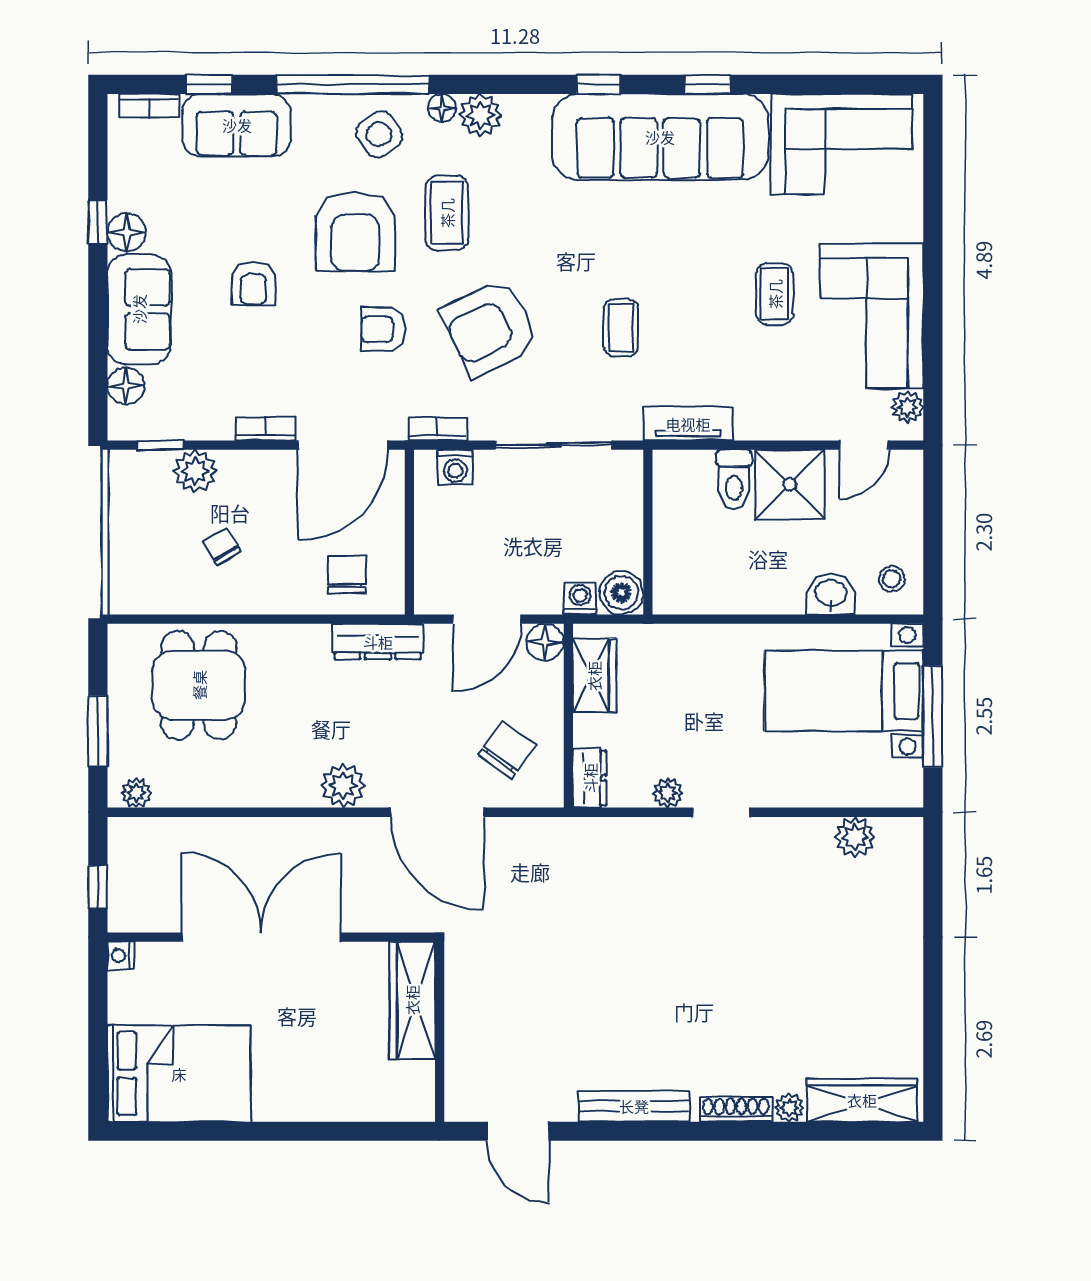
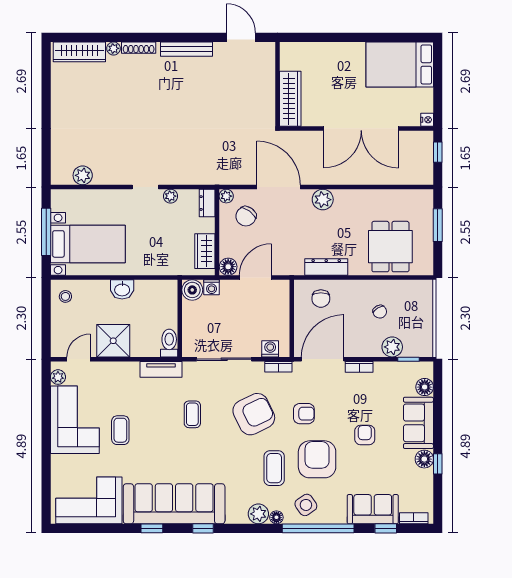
toilet: (734, 480) -> (169, 343), moved
washbasin: (831, 594) -> (122, 289), moved
dresser: (378, 642) -> (326, 267), moved
plant: (136, 793) -> (226, 196), moved

